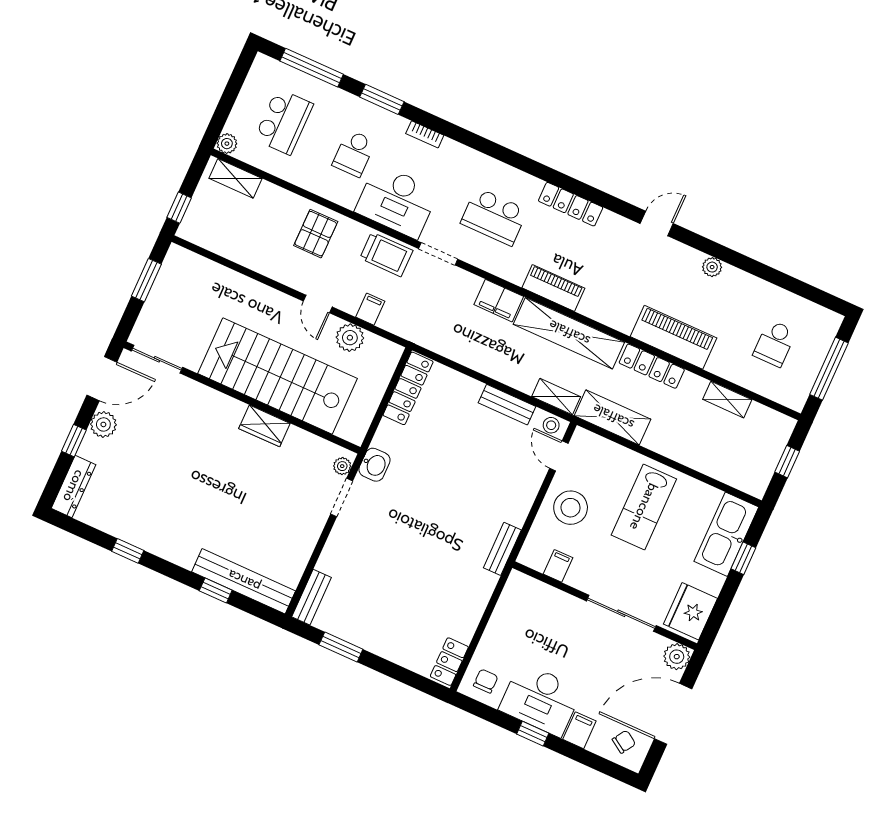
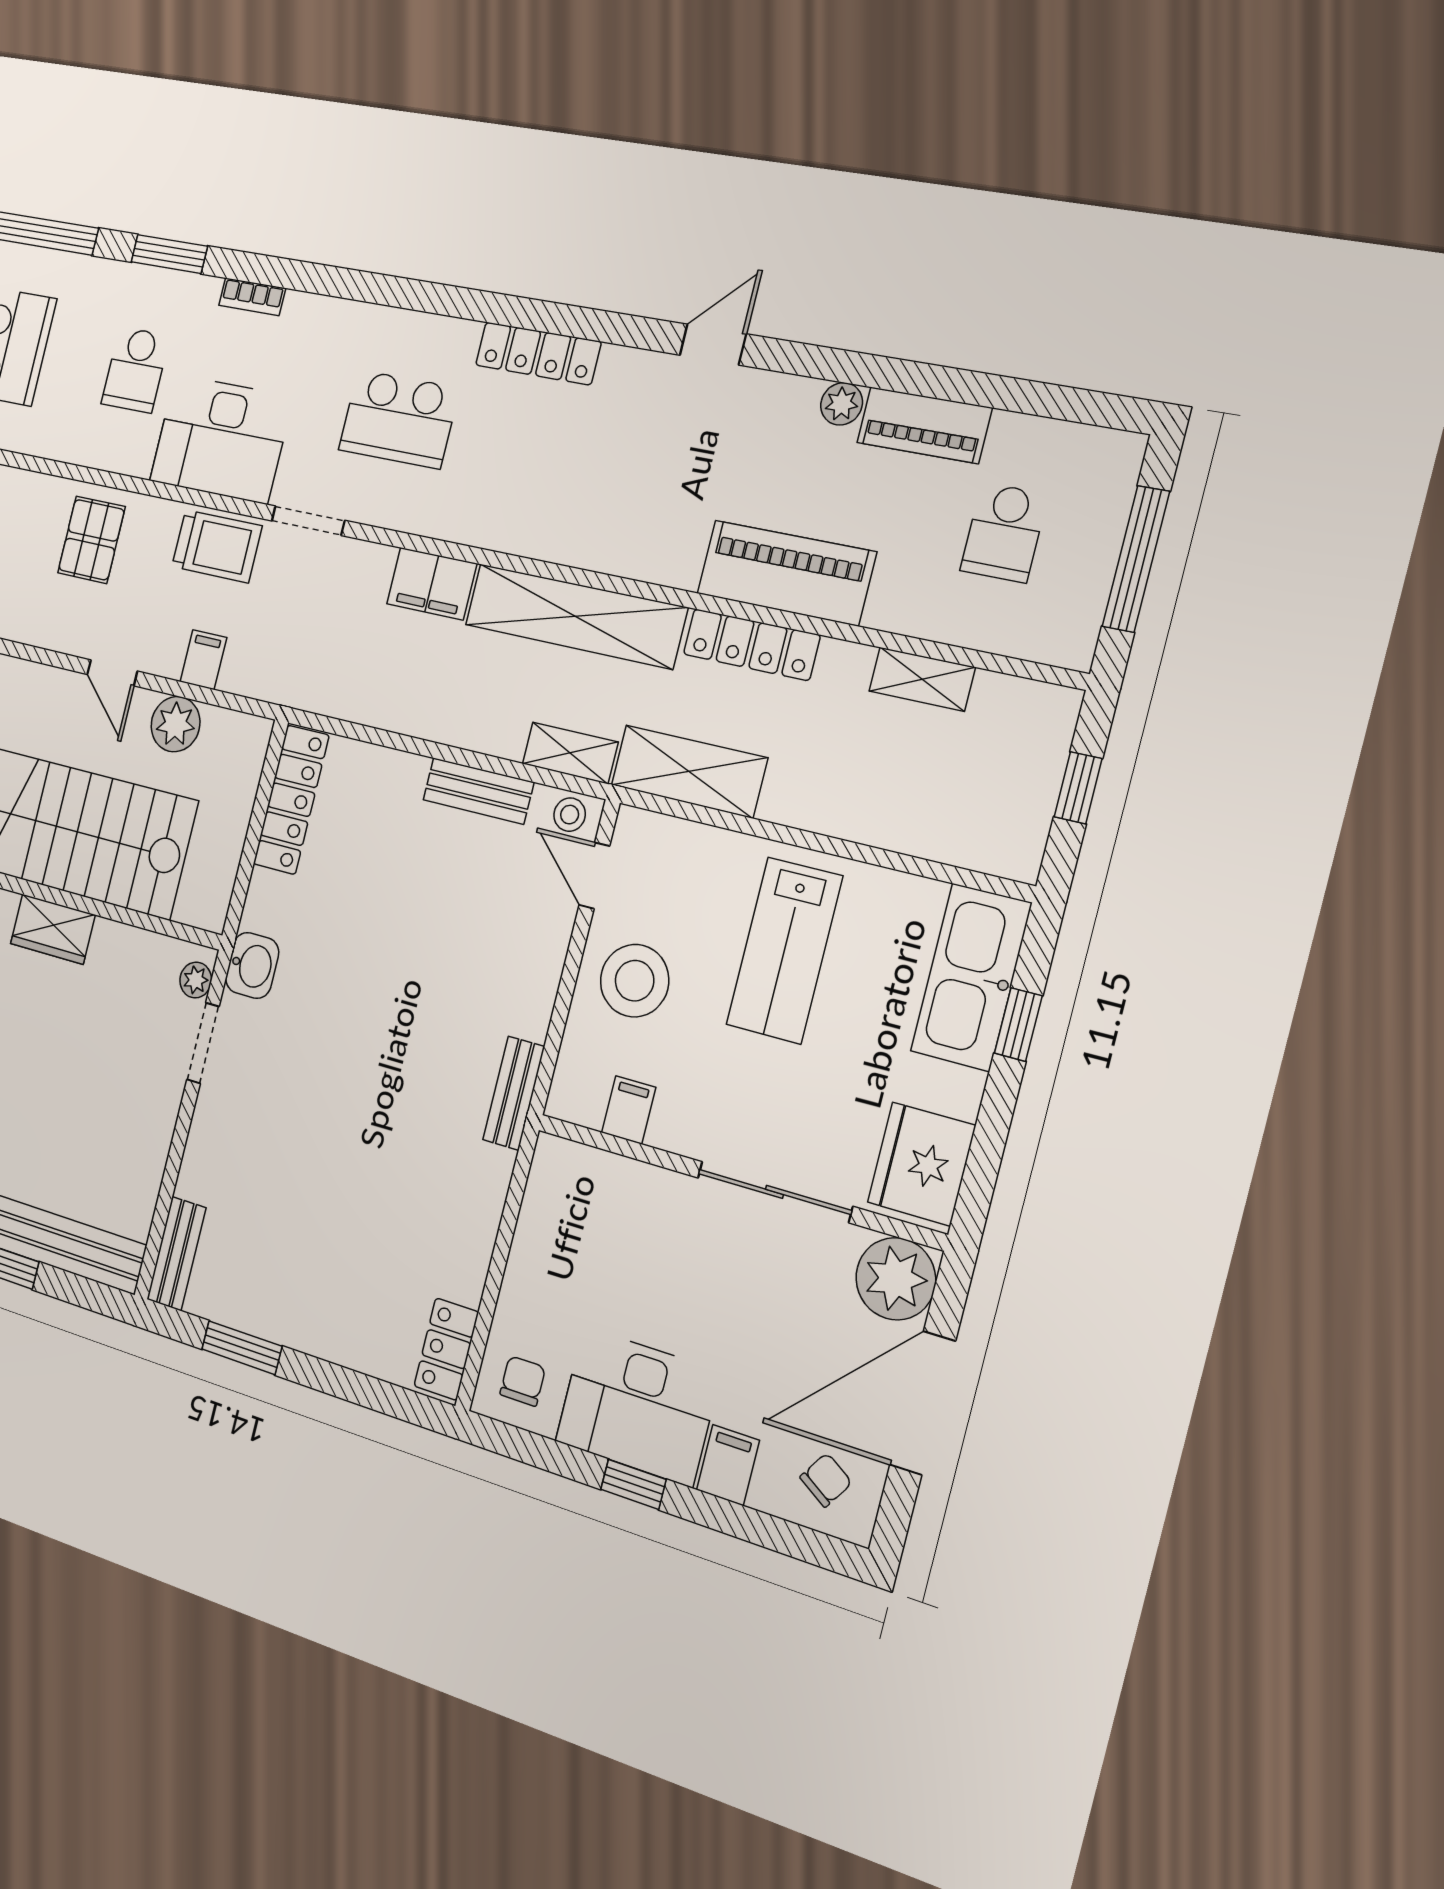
piano: (553, 288) -> (924, 425), moved, turned 180
plant: (677, 657) -> (896, 1279), width x1.36, depth x1.36

